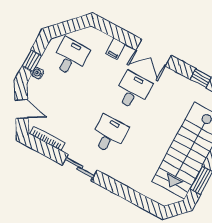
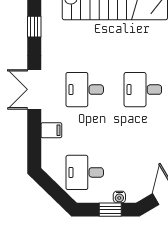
double door: (154, 53) -> (34, 89), swing flipped

